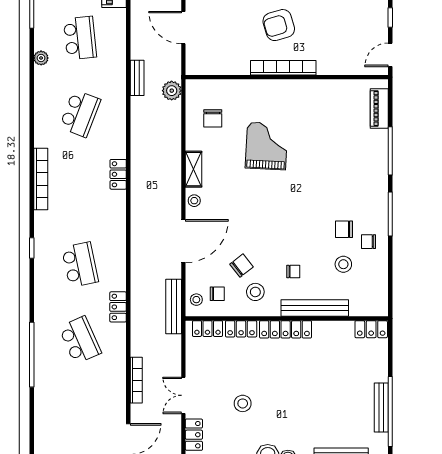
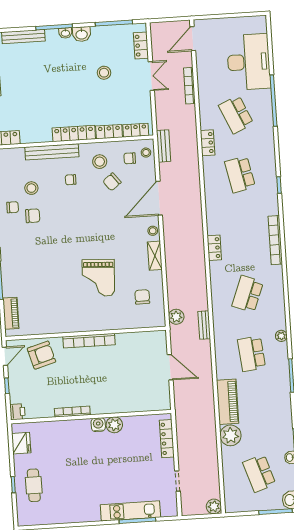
armchair: (279, 25) -> (41, 355), moved
bench: (174, 306) -> (164, 146), width x0.73
desk: (60, 405) -> (249, 62), added

